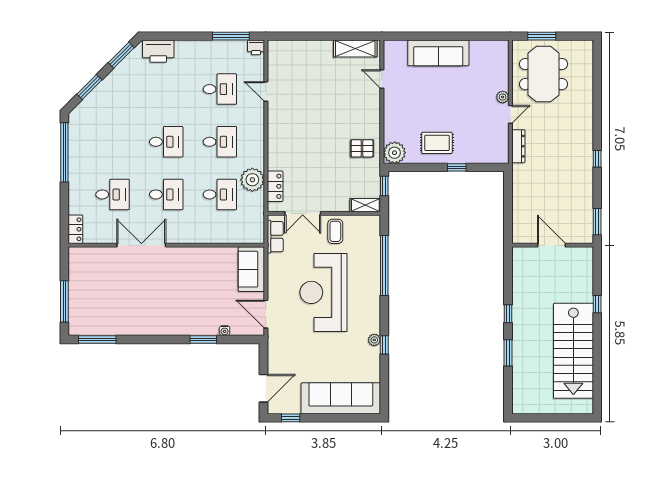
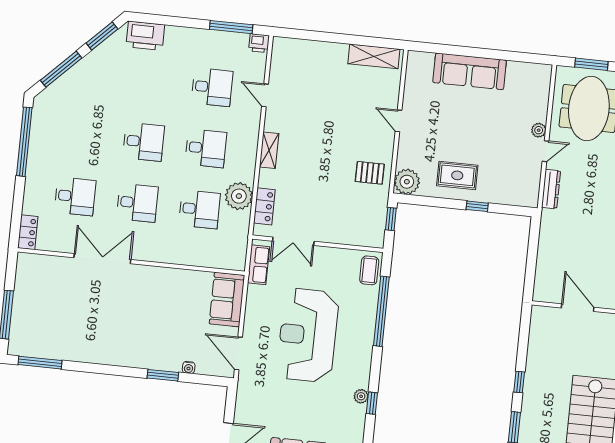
door: (382, 79) -> (398, 121), moved
window: (89, 87) -> (61, 69), width x1.44
shelving: (365, 205) -> (269, 150), moved, turned 90
coffee table: (335, 231) -> (369, 270), moved

